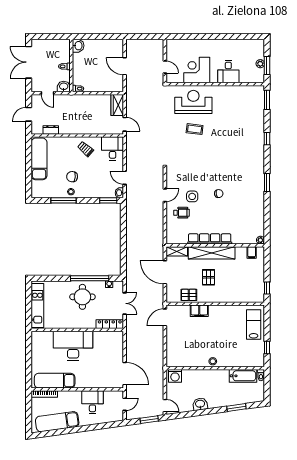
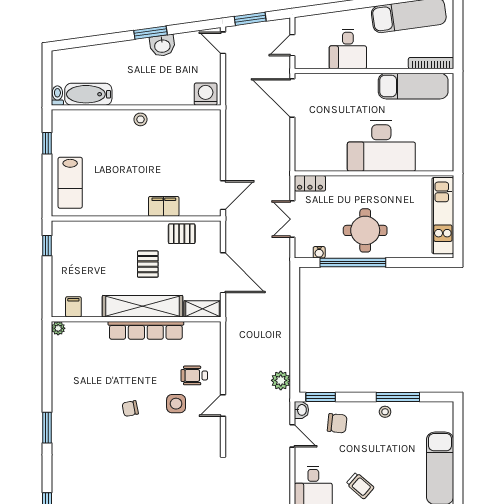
chair: (72, 177) -> (337, 423), moved
plant: (131, 210) -> (281, 380), added
locker: (110, 324) -> (310, 183), width x0.66
window: (236, 408) -> (151, 33), moved

